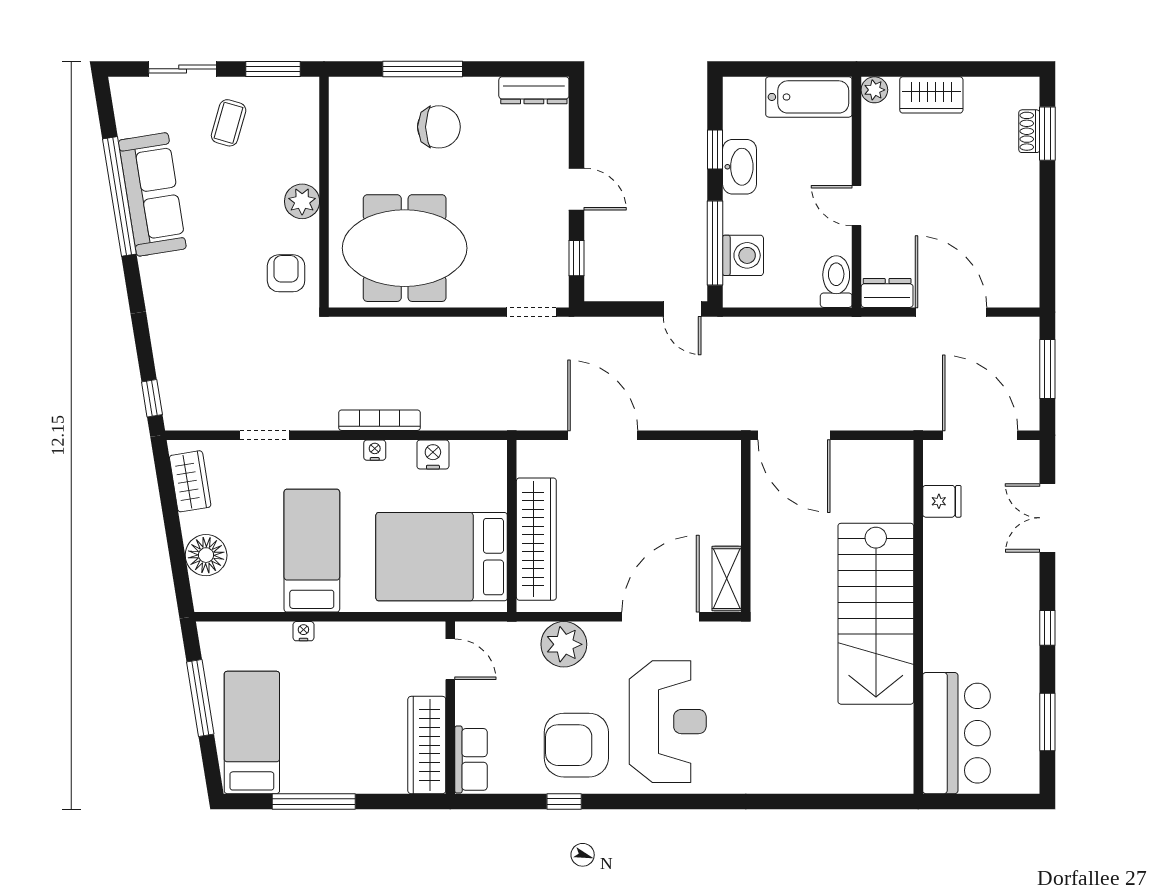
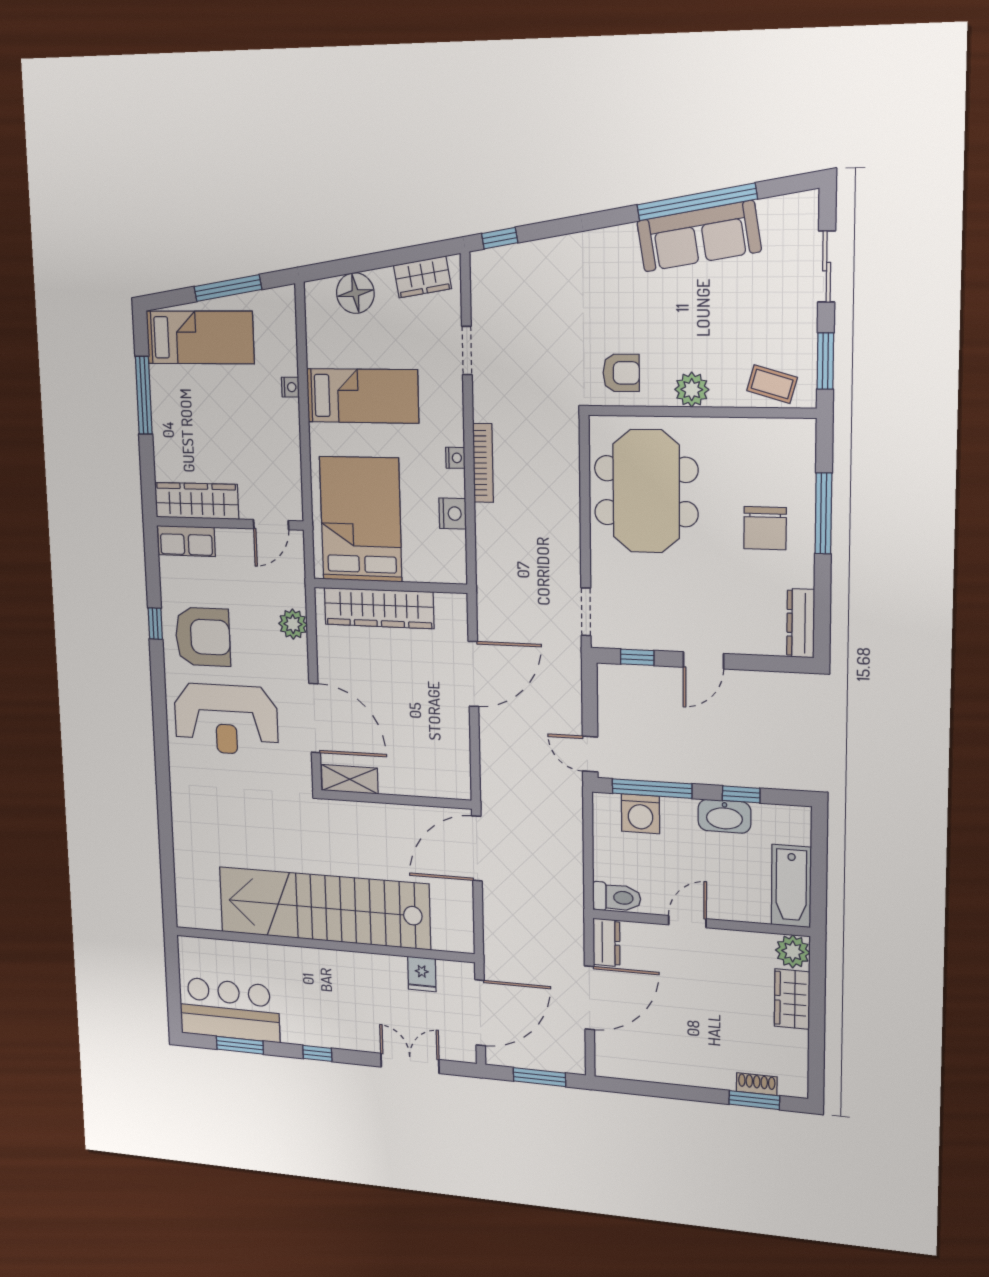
plant: (874, 90) -> (793, 951), width x1.38, depth x1.38
coffee table: (229, 123) -> (772, 384), moved
door: (682, 309) -> (590, 754), hinge flipped
stairs: (876, 614) -> (324, 908), width x1.36
plant: (564, 644) -> (293, 624), width x0.73, depth x0.73
bar counter: (957, 733) -> (229, 1010), moved, turned 180
armchair: (576, 745) -> (203, 637), turned 90

